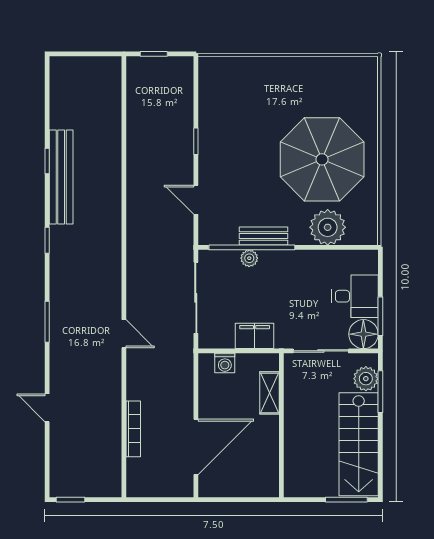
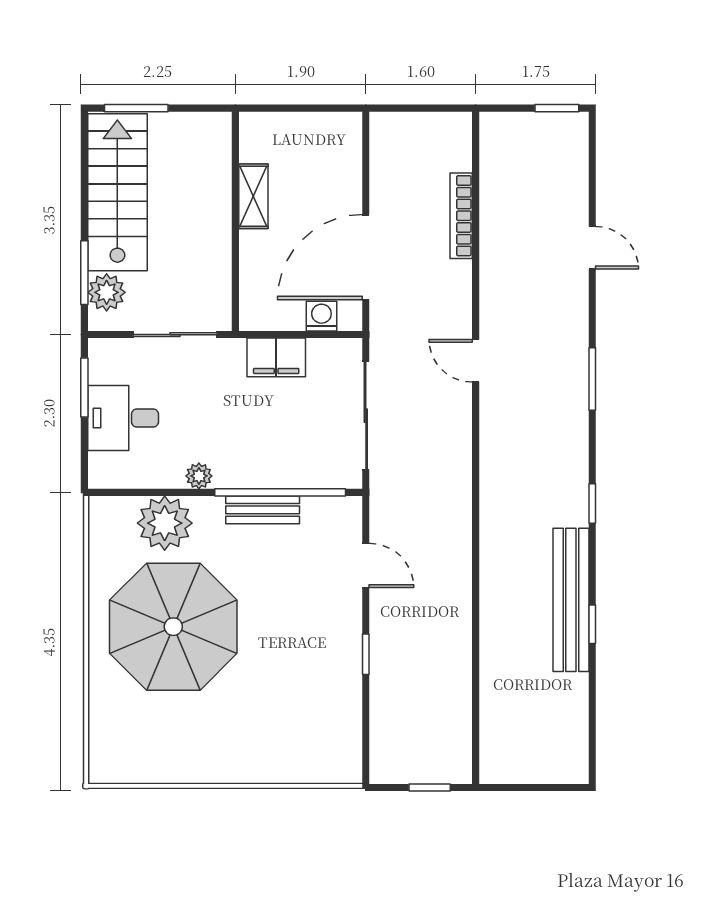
plant: (249, 258) -> (199, 476), moved
floor lamp: (363, 334) -> (110, 360), removed
shelving: (269, 393) -> (253, 196), moved
door: (196, 447) -> (366, 257), moved

